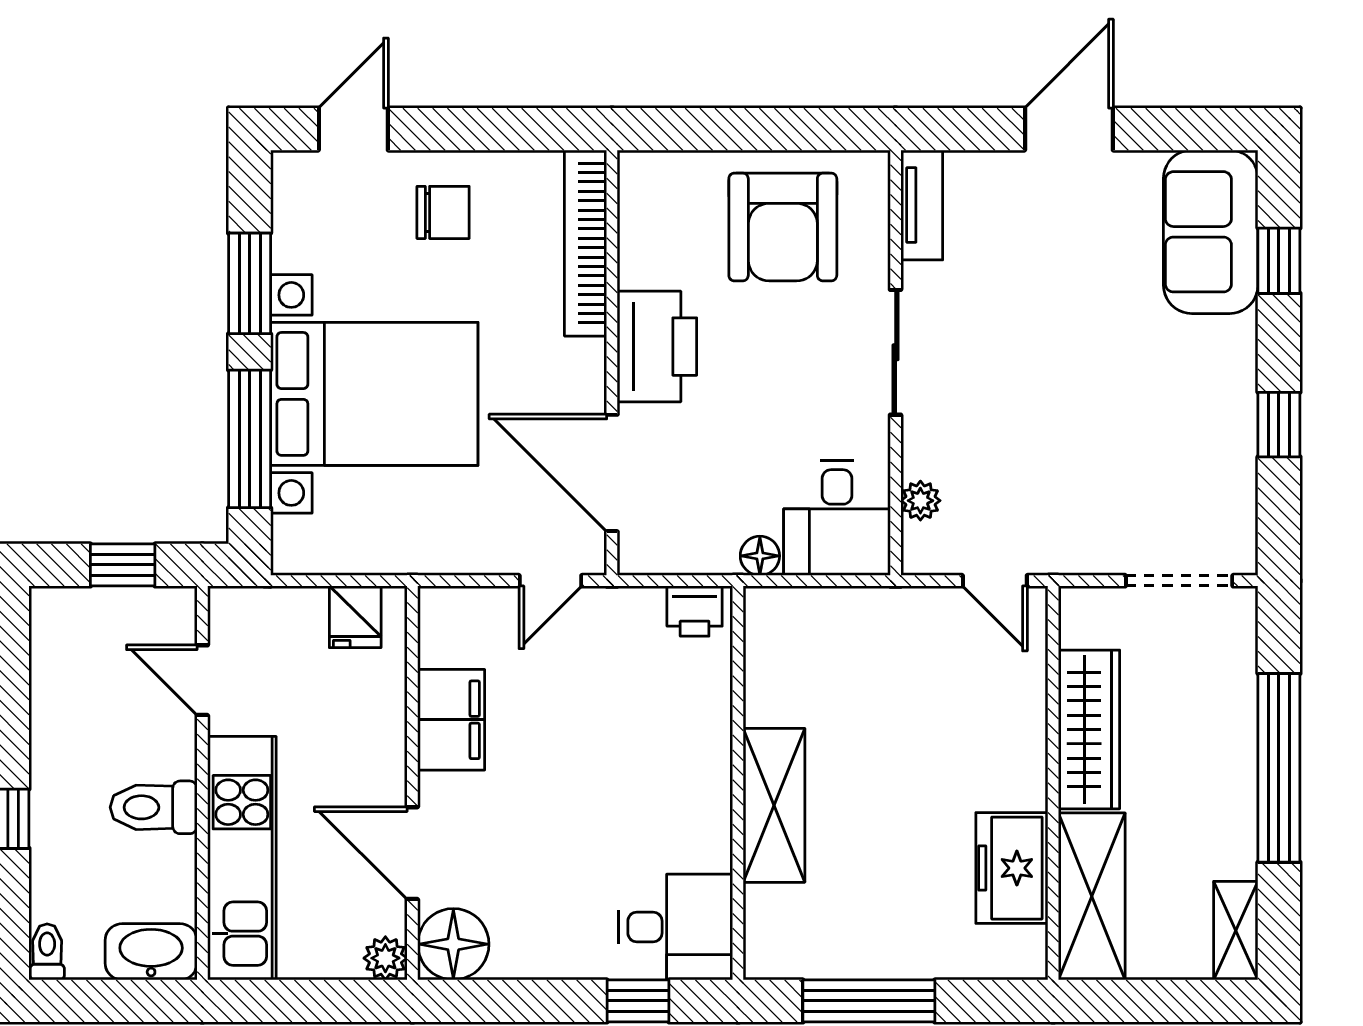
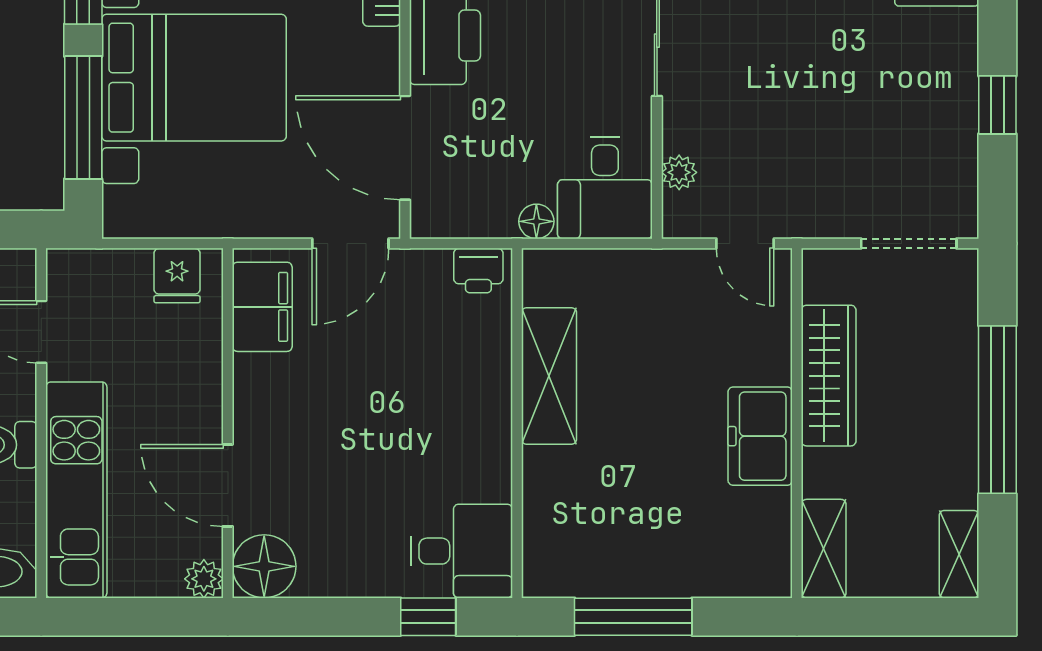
door: (550, 581) -> (350, 244), width x1.37
filing cabinet: (451, 720) -> (262, 307), moved
shelving: (774, 805) -> (549, 376), moved
freezer: (1012, 868) -> (760, 436), moved
shelving: (1092, 896) -> (824, 549), width x0.67, depth x0.75

